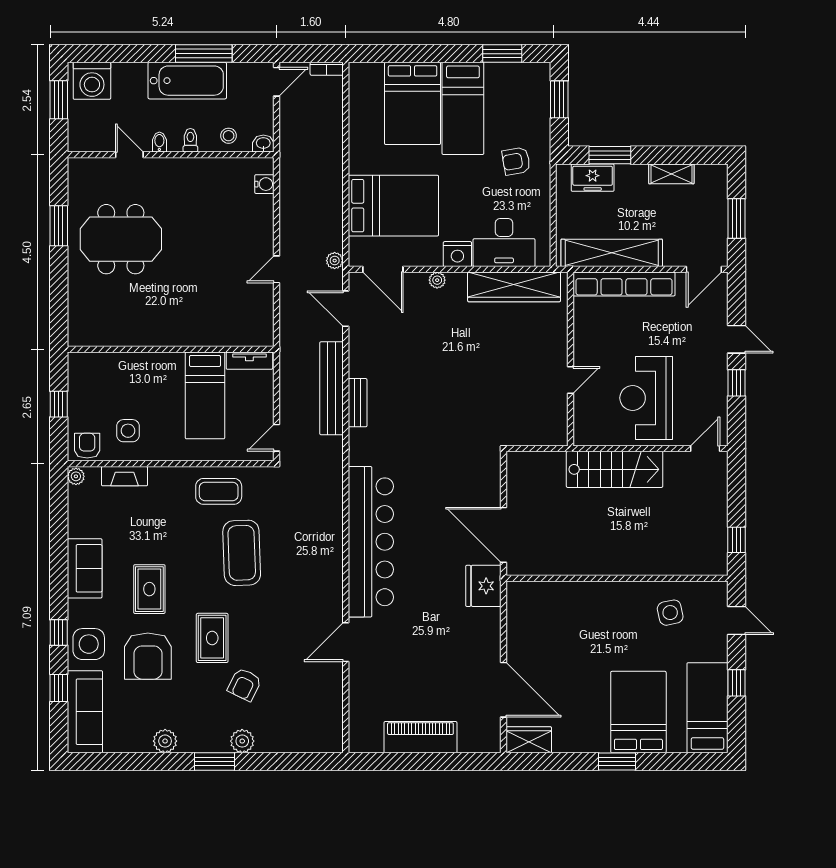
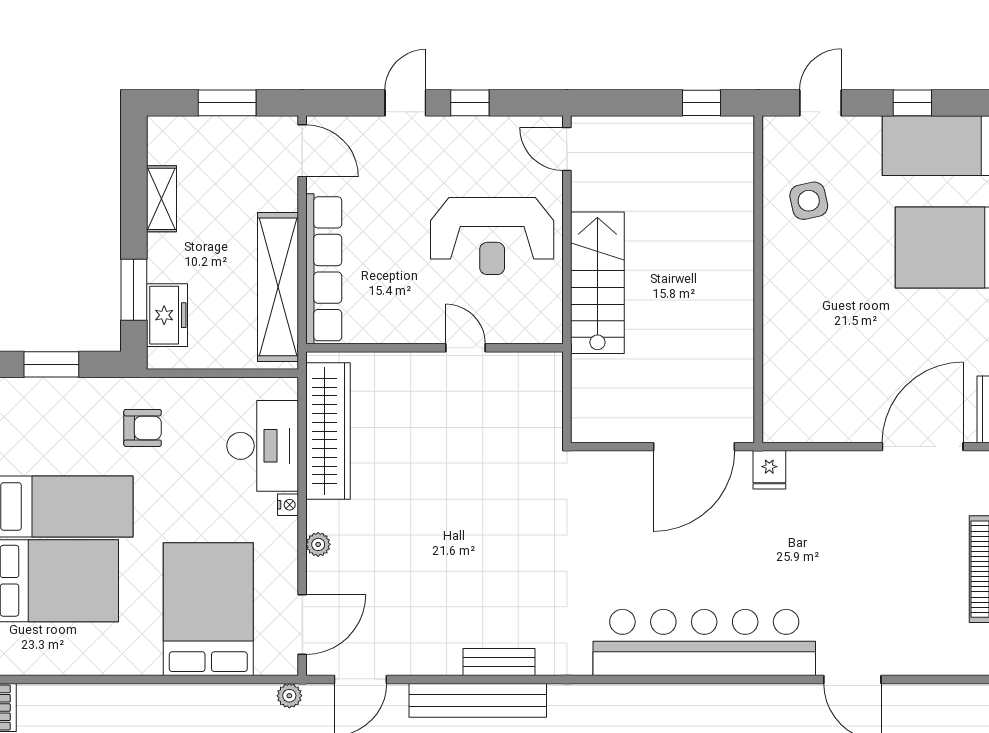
armchair: (516, 161) -> (143, 428), turned -80
nightstand: (457, 254) -> (288, 505), width x0.53, depth x0.56
fridge: (483, 586) -> (769, 470), width x0.53, depth x0.75

